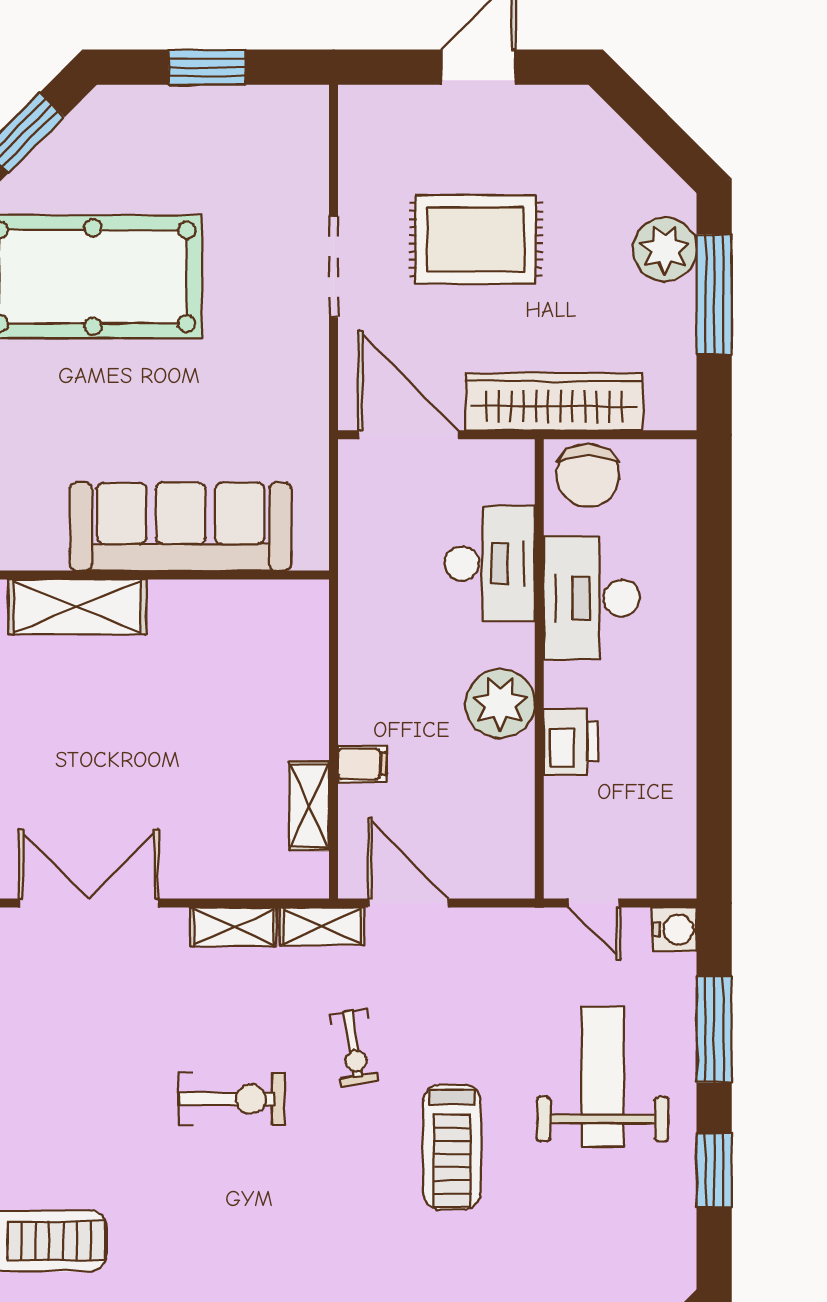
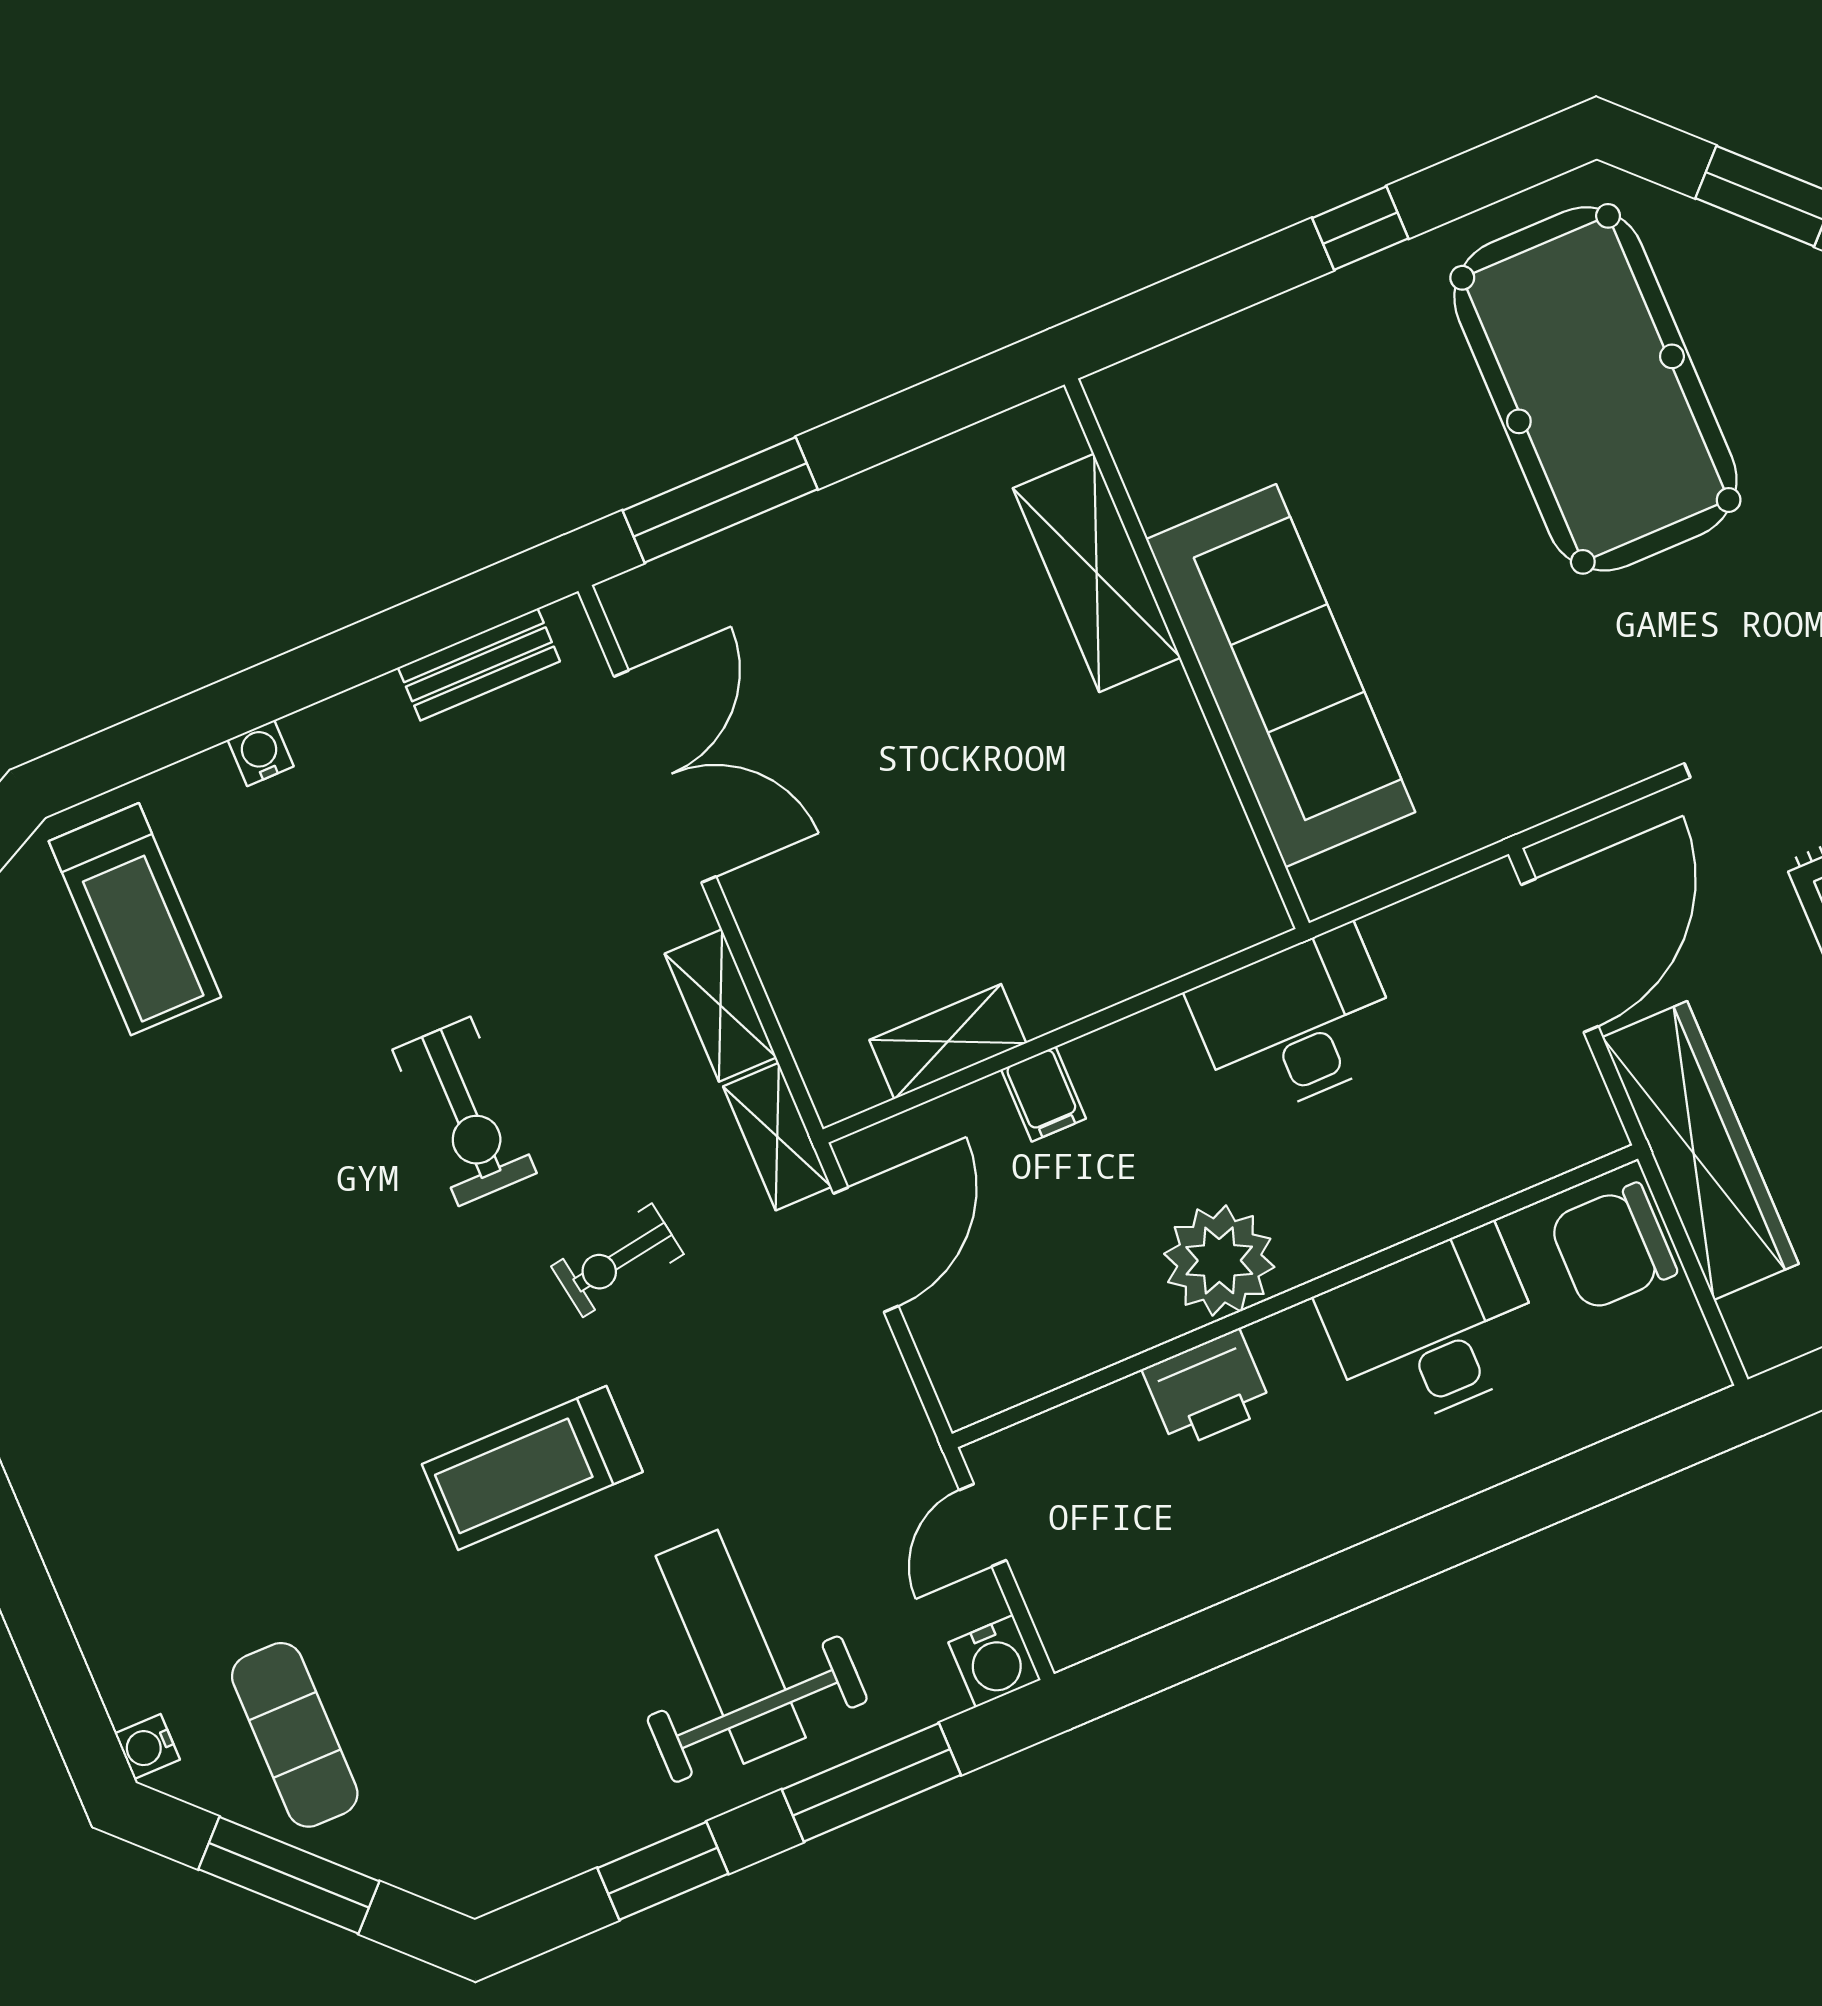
desk: (490, 563) -> (1296, 1023), moved, turned 180
weight bench: (603, 1077) -> (731, 1647), turned -90

